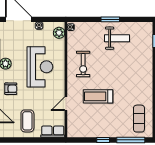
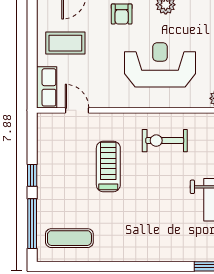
reception desk: (40, 67) -> (160, 65), turned 180
door: (66, 104) -> (77, 110), moved

